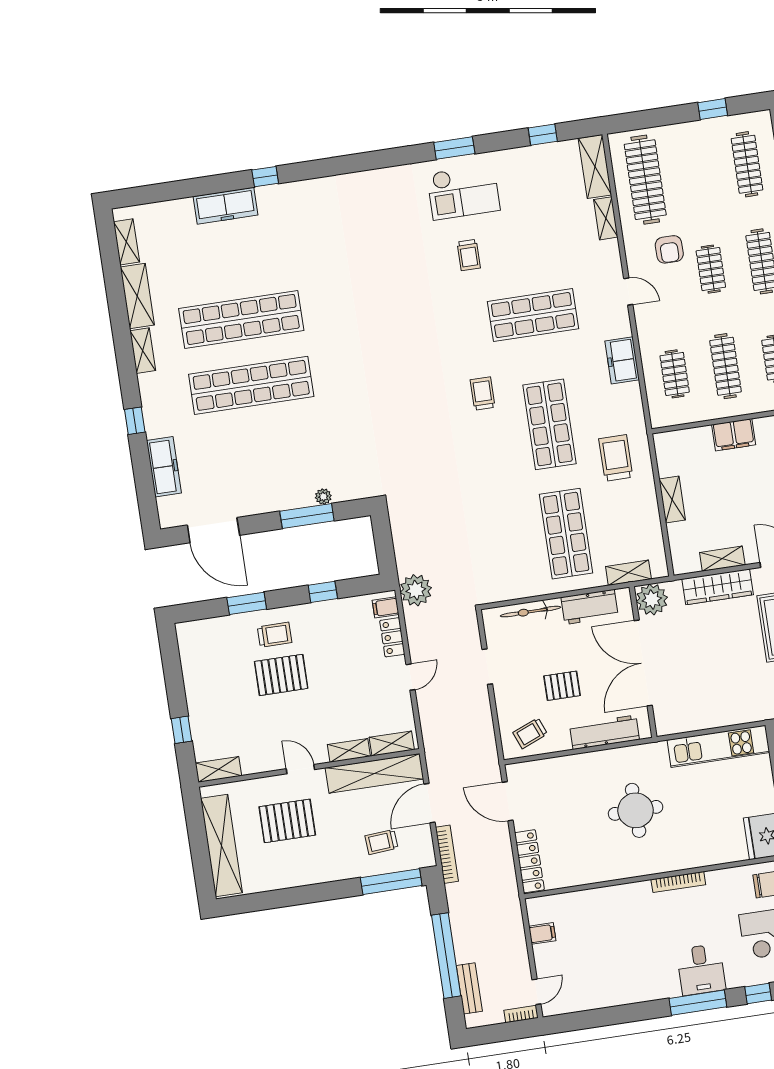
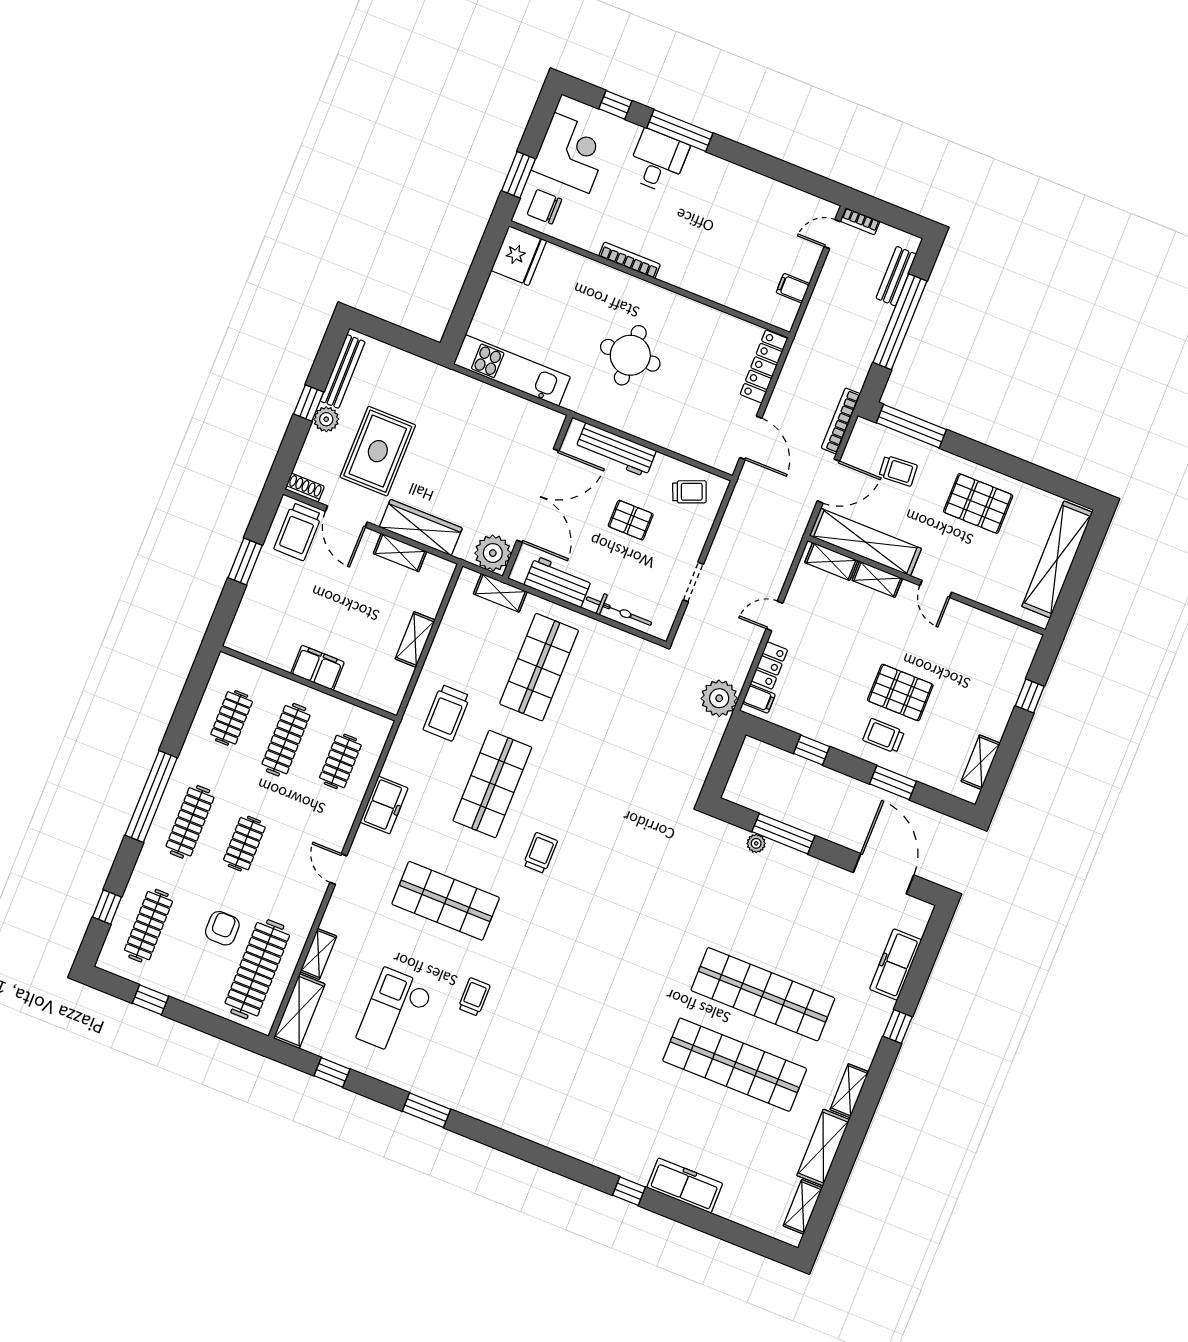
checkout: (463, 192) -> (395, 1012), moved, turned -90
armchair: (669, 249) -> (222, 928), moved
trolley: (483, 394) -> (540, 853), turned 180
shelving: (218, 769) -> (981, 762), moved, turned 90
pallet: (287, 821) -> (978, 504), moved

